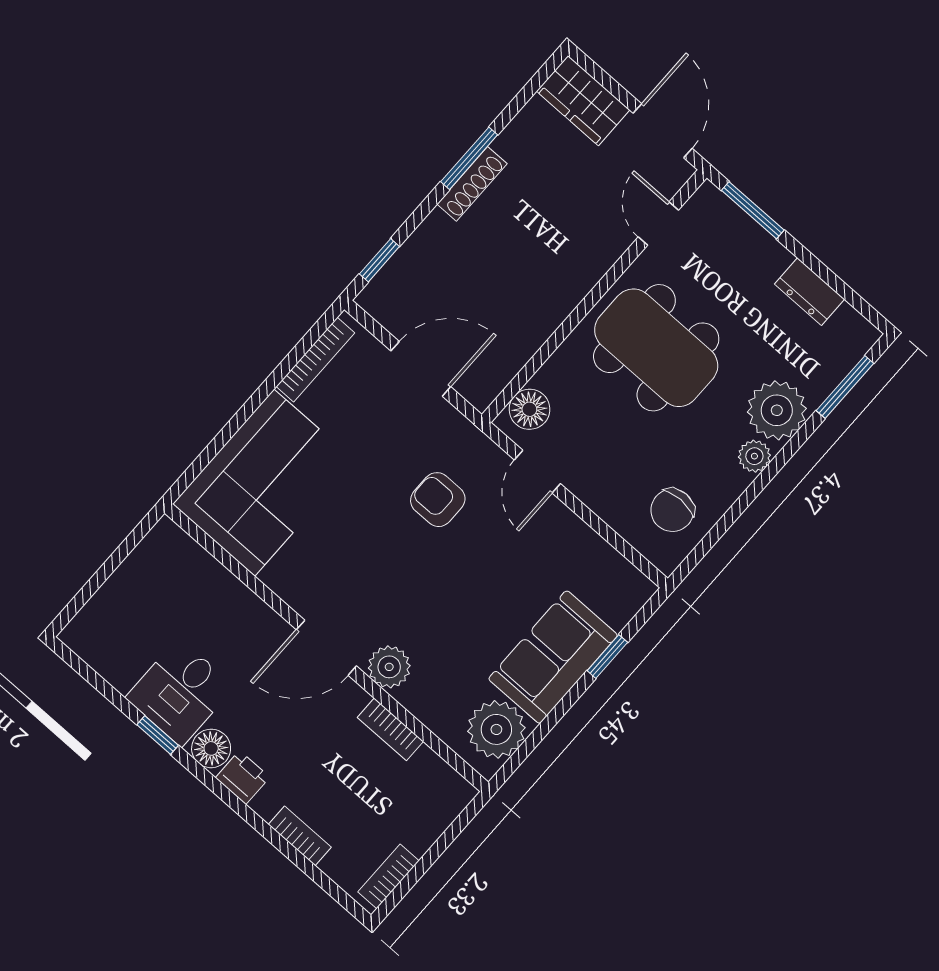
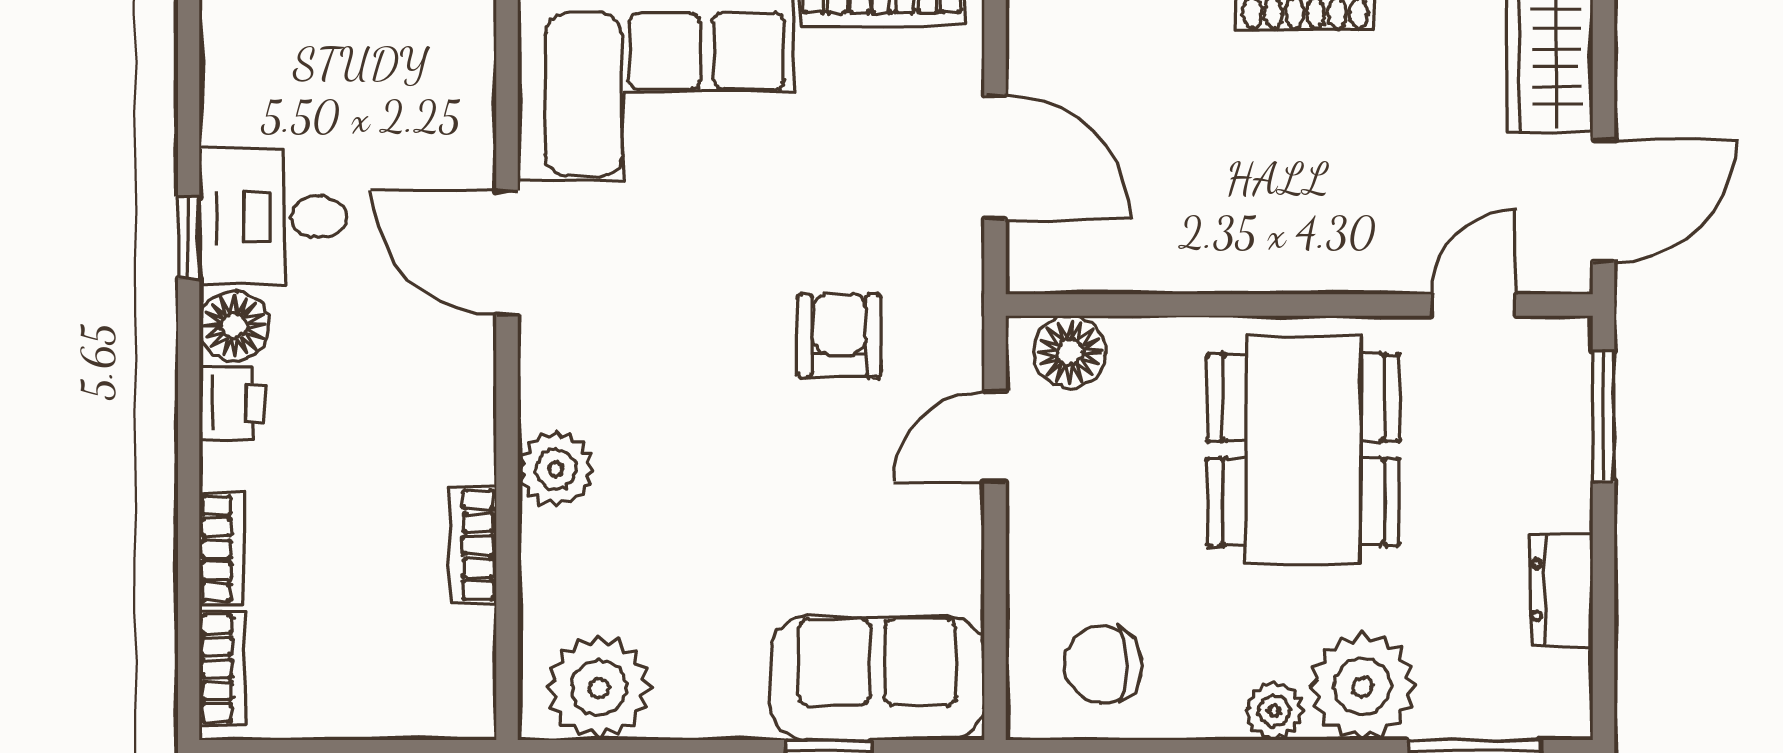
door: (326, 648) -> (507, 252), moved
sofa: (553, 657) -> (877, 678), moved
bookcase: (389, 876) -> (222, 669), moved, turned 90

